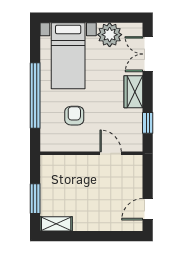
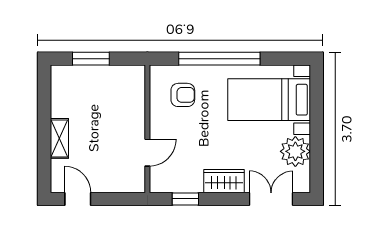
armchair: (74, 116) -> (183, 95), moved
shelving: (56, 224) -> (59, 138), moved

